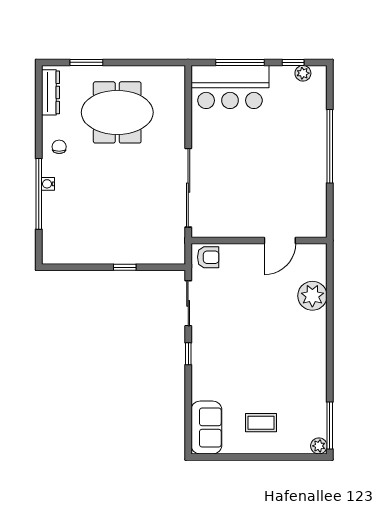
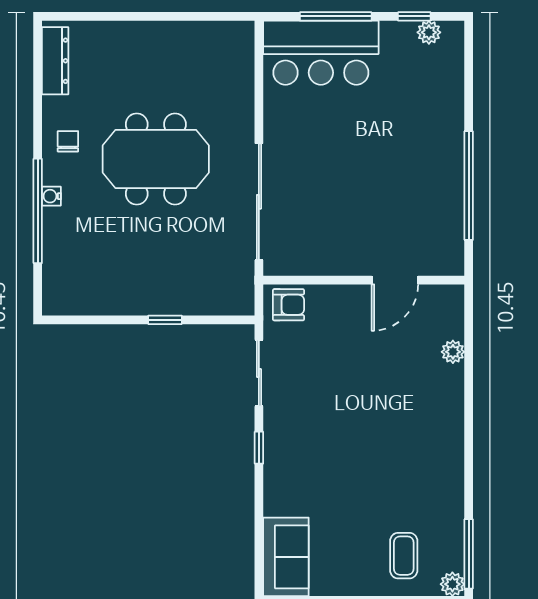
window: (86, 62) -> (108, 16), removed
meeting table: (117, 112) -> (156, 159), moved
window: (330, 146) -> (469, 186), moved
plant: (312, 296) -> (453, 352), width x0.53, depth x0.53
coffee table: (261, 423) -> (404, 556), moved, turned 90

